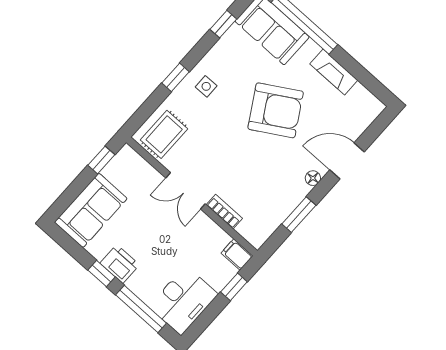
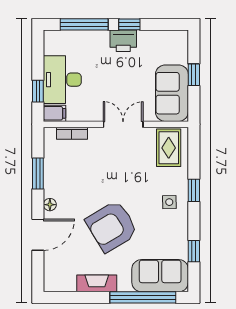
window: (101, 160) -> (194, 75), moved
sofa: (91, 210) -> (172, 93), moved
bookcase: (224, 212) -> (72, 133), moved
desk: (183, 300) -> (62, 80), moved

